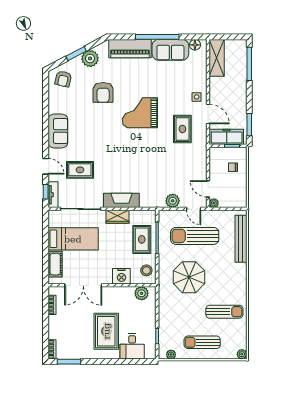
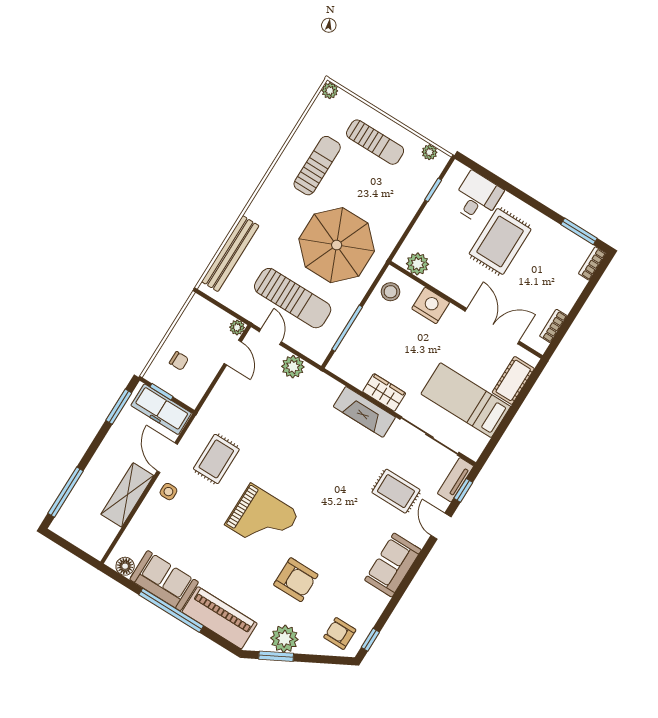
window: (76, 54) -> (276, 656), moved
shelving: (217, 58) -> (127, 495), moved
armchair: (63, 79) -> (340, 633), turned -103
window: (46, 85) -> (370, 640), added
armchair: (103, 92) -> (296, 580), turned 90
rug: (142, 239) -> (370, 339), removed
parasol: (189, 277) -> (337, 245), width x1.36, depth x1.36
sun lounger: (224, 312) -> (317, 166), turned 90

